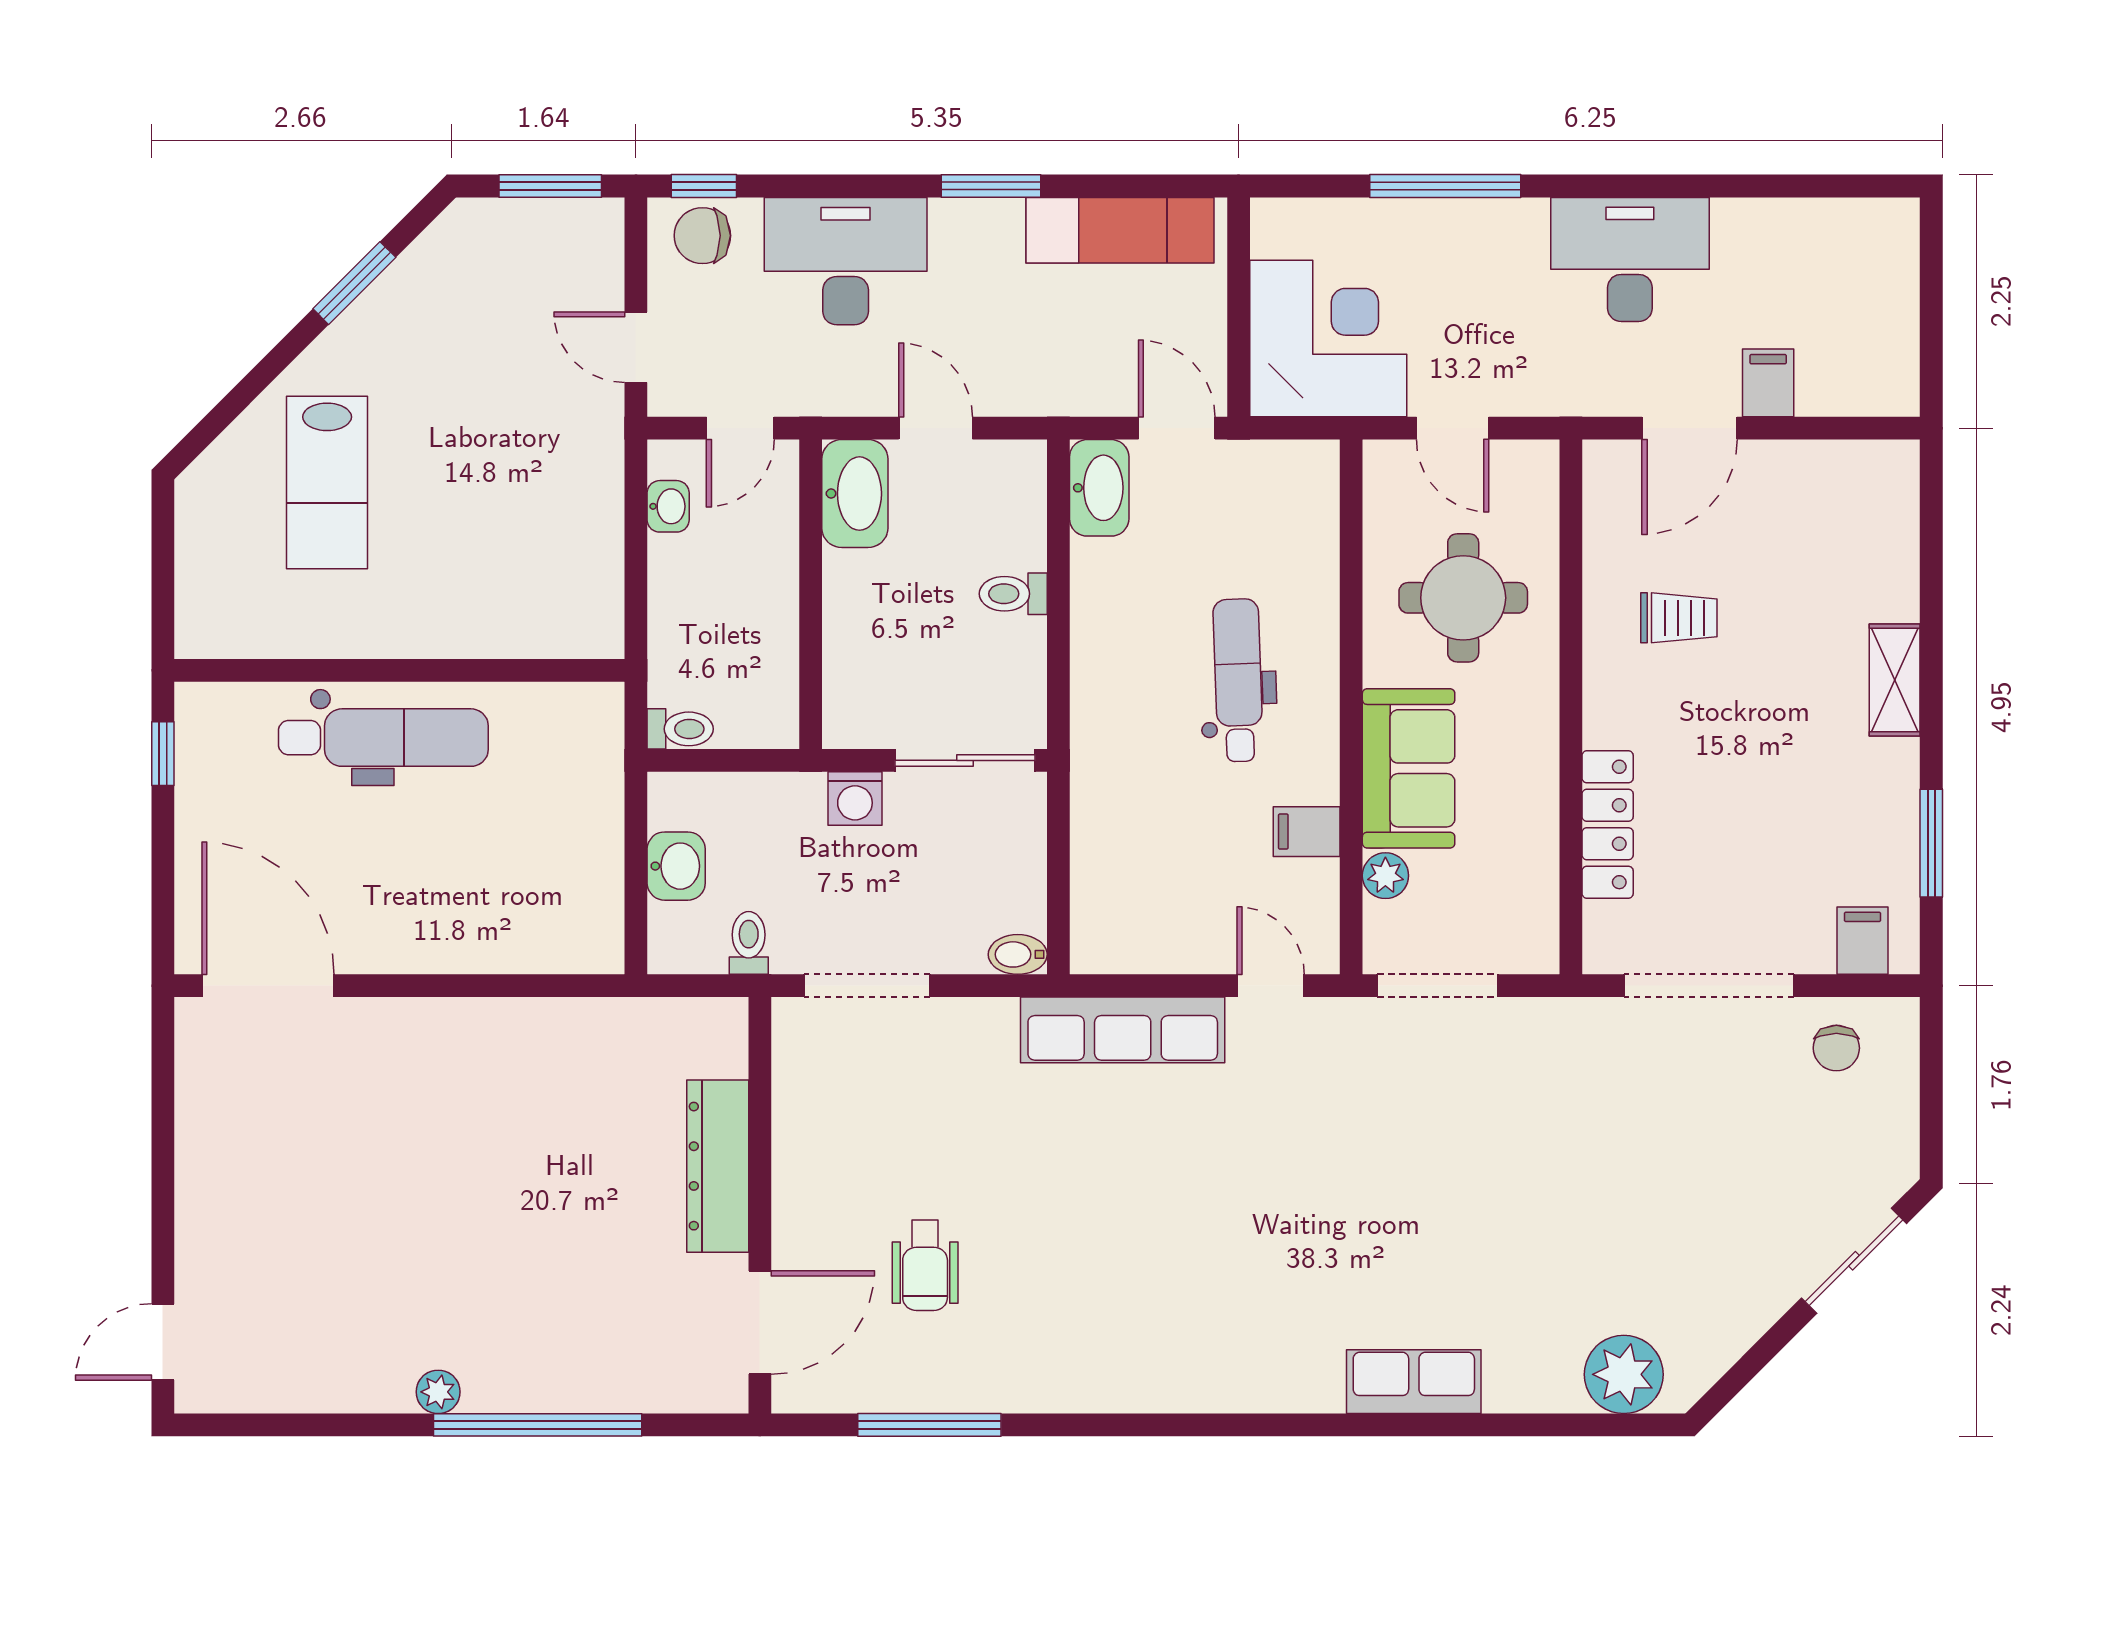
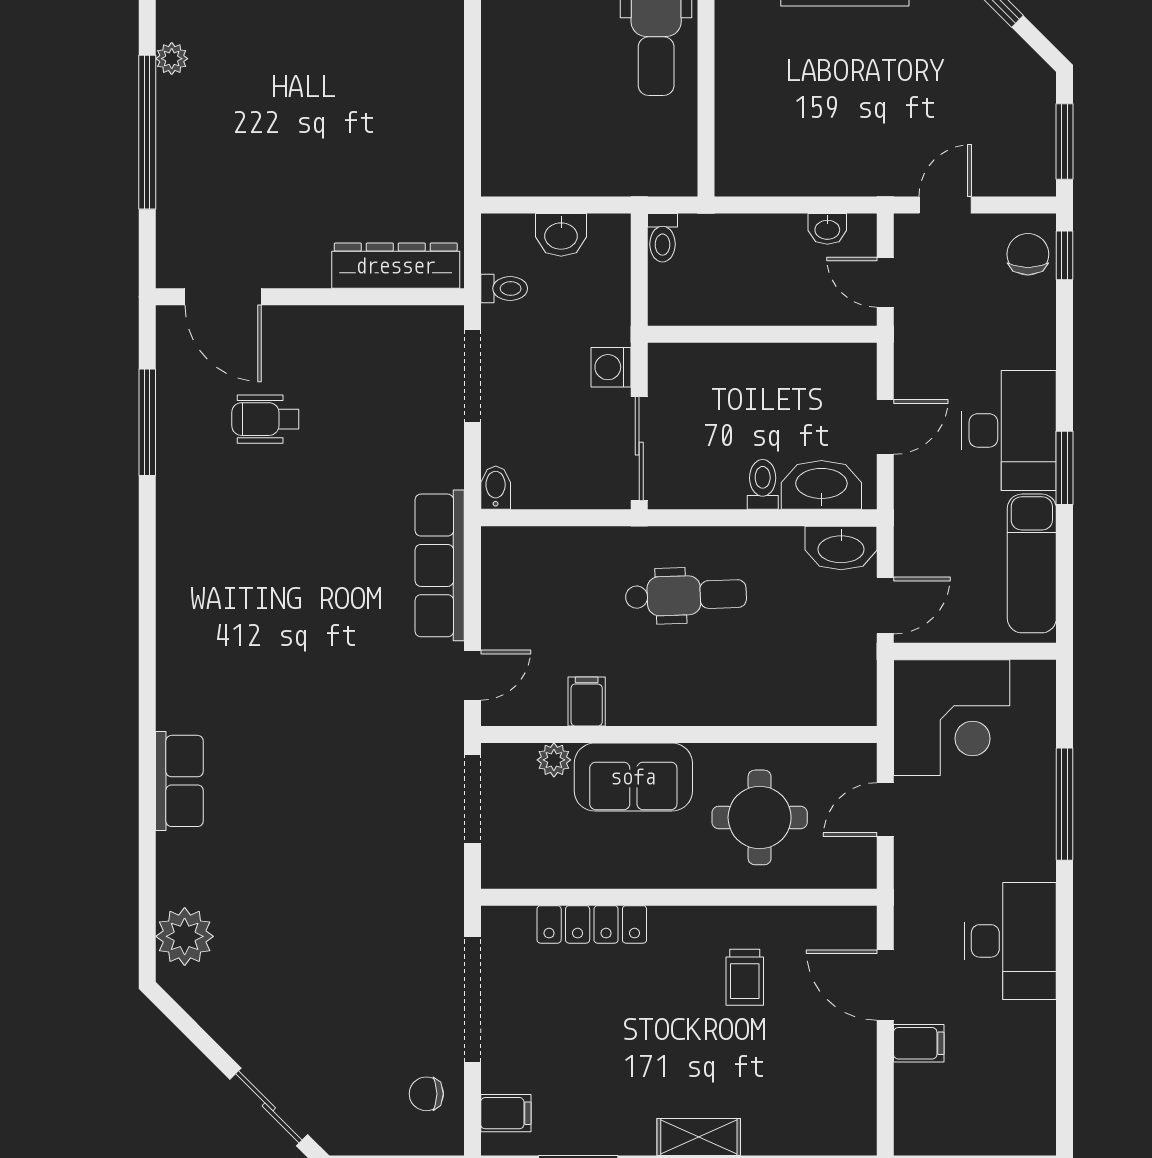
desk: (846, 261) -> (1009, 430), moved
washbasin: (855, 494) -> (821, 485), moved, turned 180
dental chair: (1238, 680) -> (686, 595), moved
dresser: (718, 1166) -> (396, 266), moved

